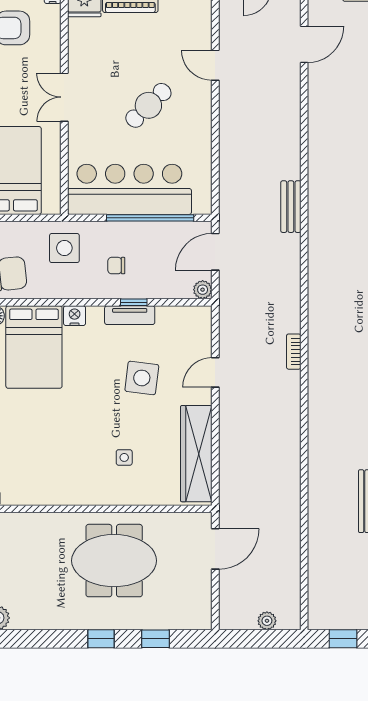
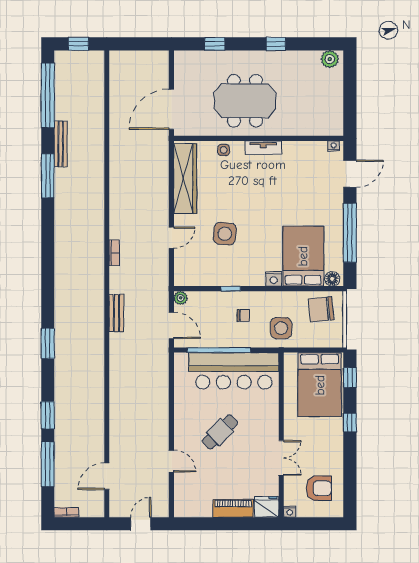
double door: (64, 97) -> (281, 458), moved
bench: (291, 207) -> (116, 313), moved
door: (215, 252) -> (171, 325), hinge flipped
tv unit: (130, 315) -> (263, 148), moved, turned 180
side table: (124, 457) -> (224, 150), moved
door: (215, 549) -> (171, 109), width x1.36
plant: (267, 621) -> (134, 57), removed
window: (101, 639) -> (276, 44), moved

